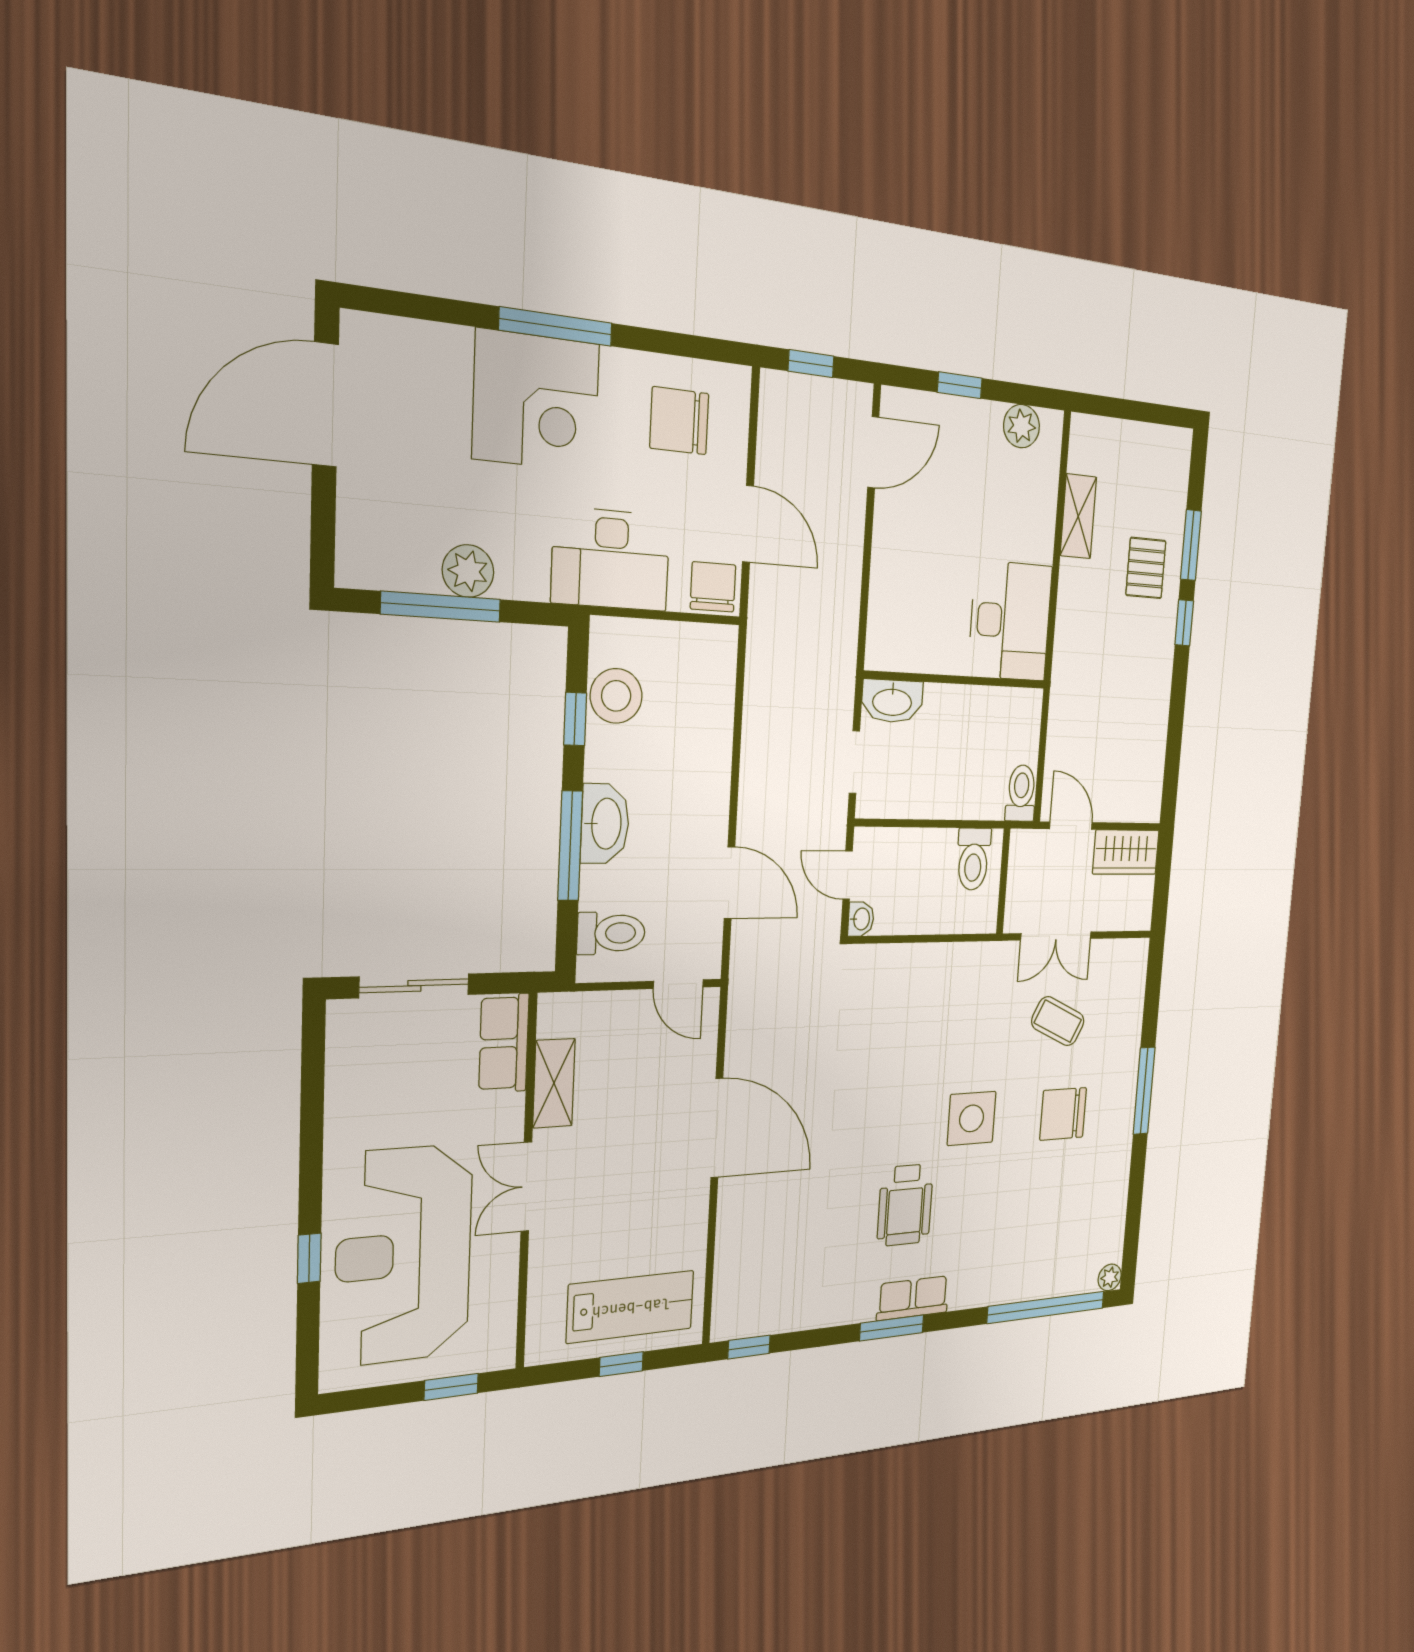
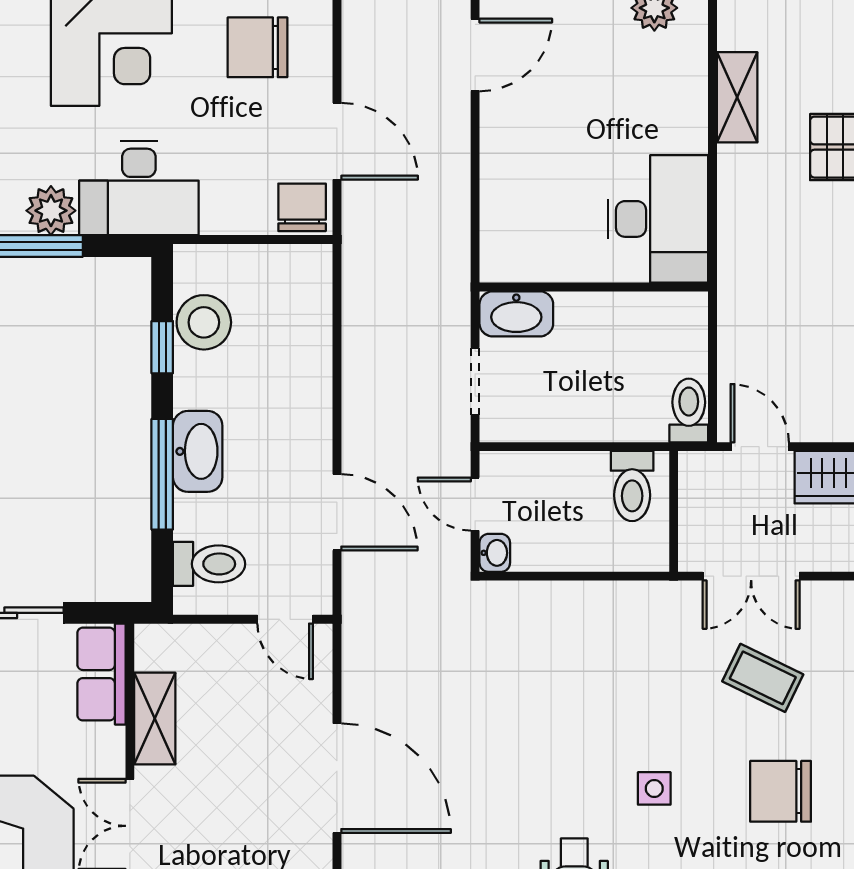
desk: (611, 559) -> (139, 188), moved
side table: (972, 1118) -> (654, 788), width x0.54, depth x0.54

